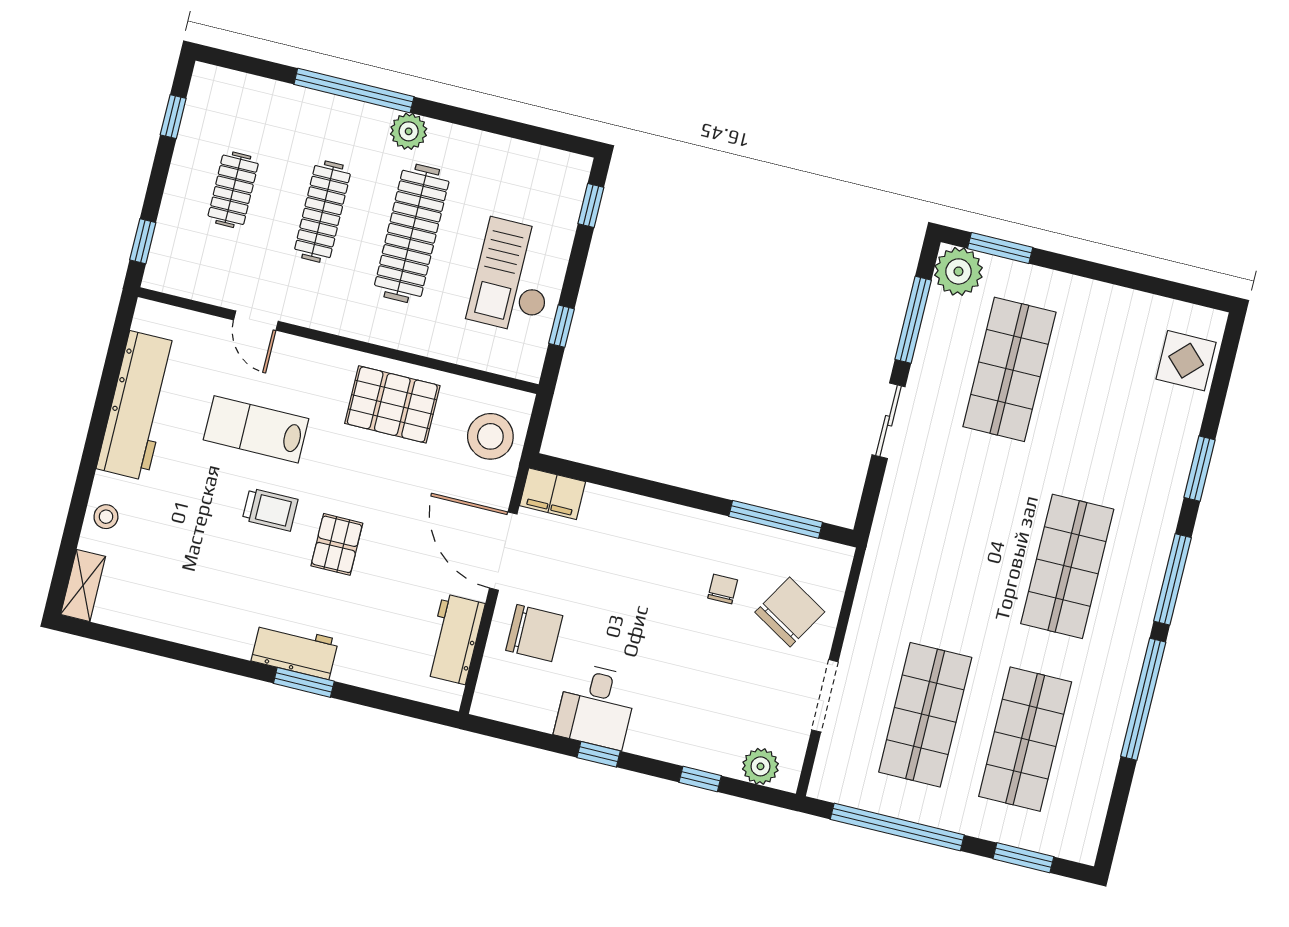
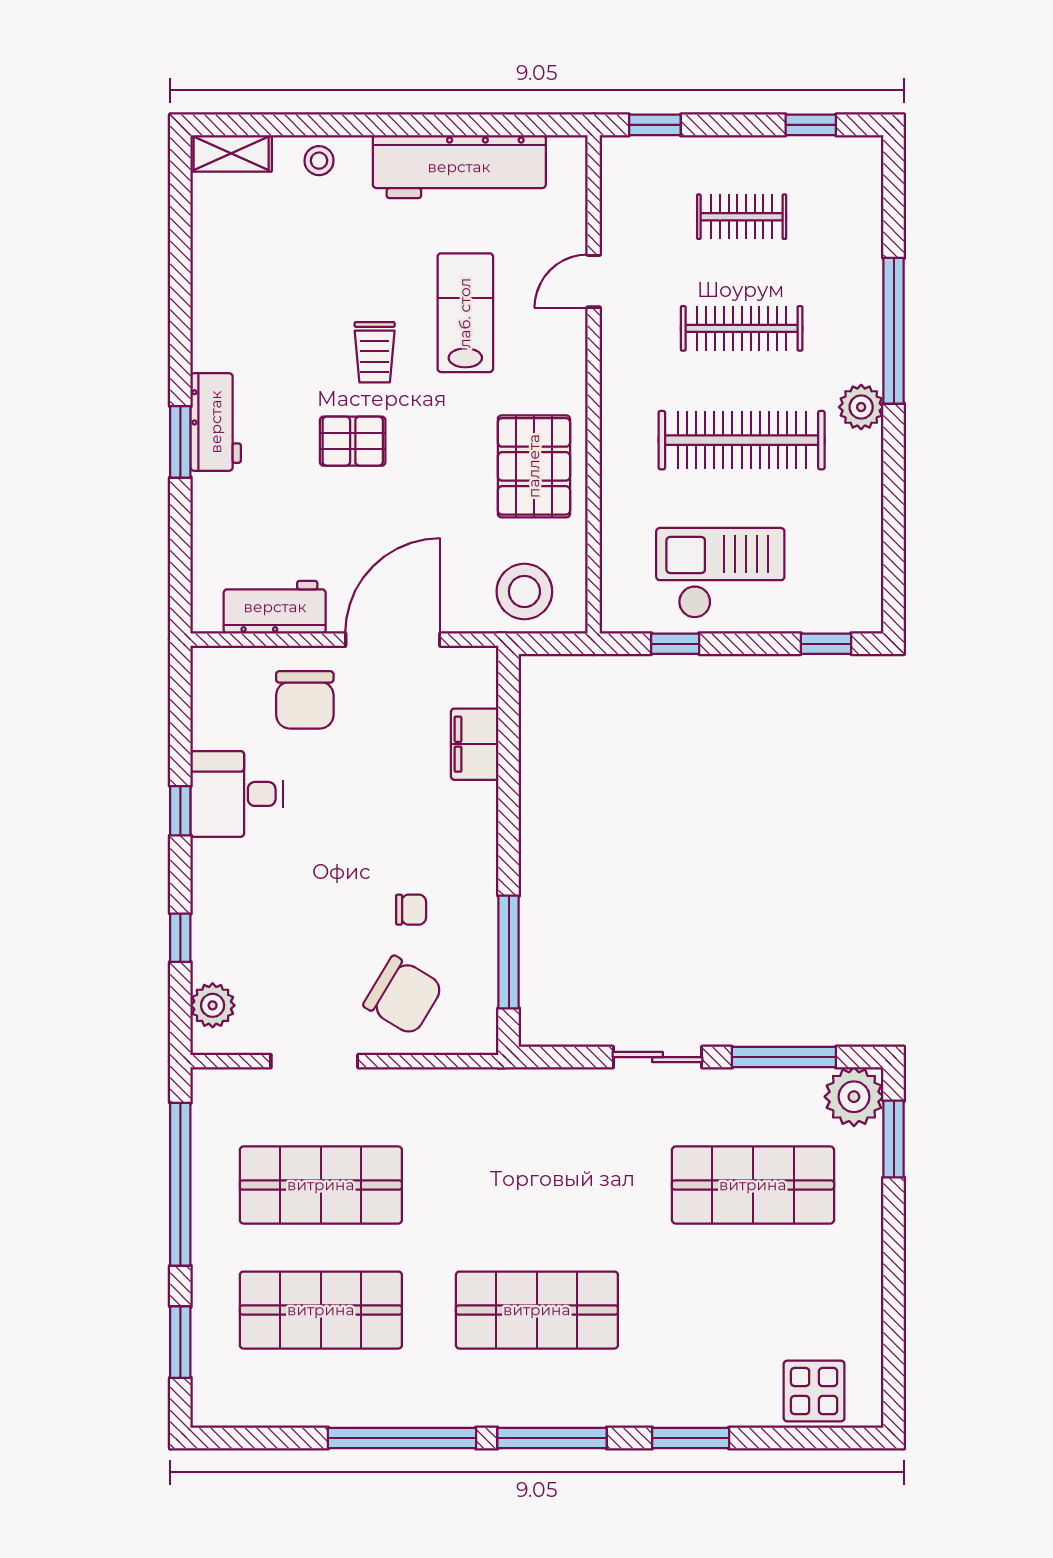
filing cabinet: (553, 494) -> (475, 744), moved

